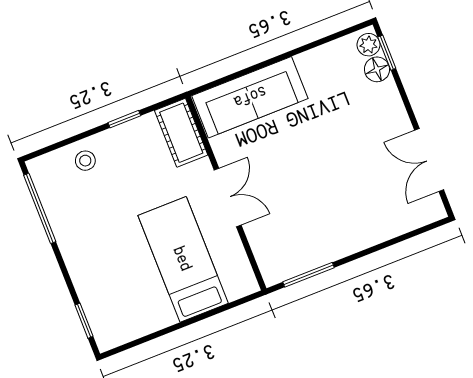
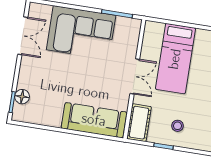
plant: (369, 45) -> (19, 111), removed
stool: (85, 161) -> (178, 126), moved
double door: (228, 198) -> (135, 76), swing flipped
corner sofa: (345, 216) -> (81, 33), added

